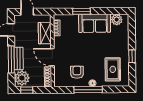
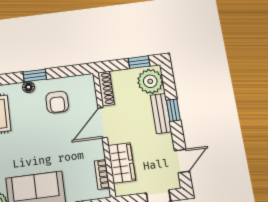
door: (52, 57) -> (103, 123), swing flipped
window: (11, 59) -> (173, 110), width x0.46
window: (88, 90) -> (35, 75), width x0.46

